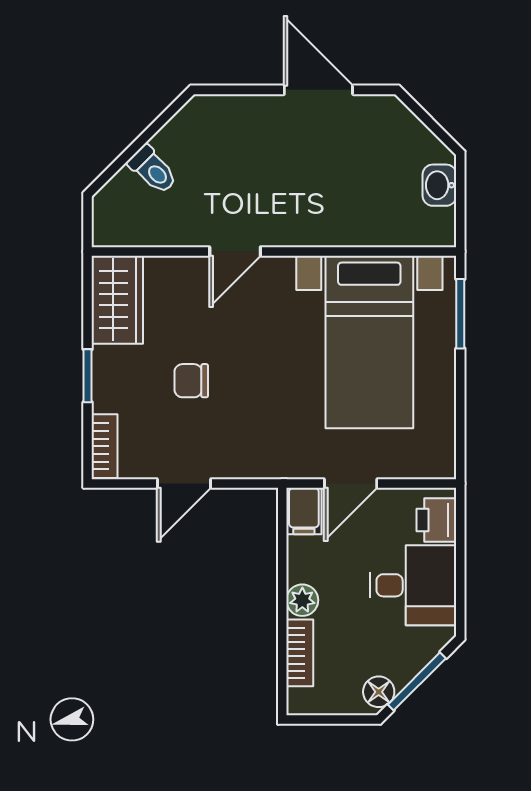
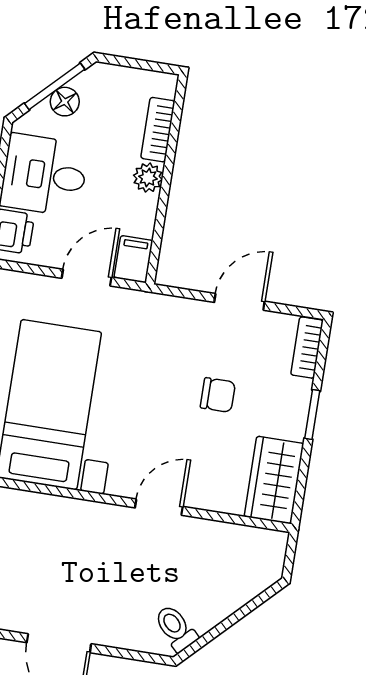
toilet: (153, 170) -> (176, 628), moved
floor lamp: (379, 692) -> (65, 102), moved

